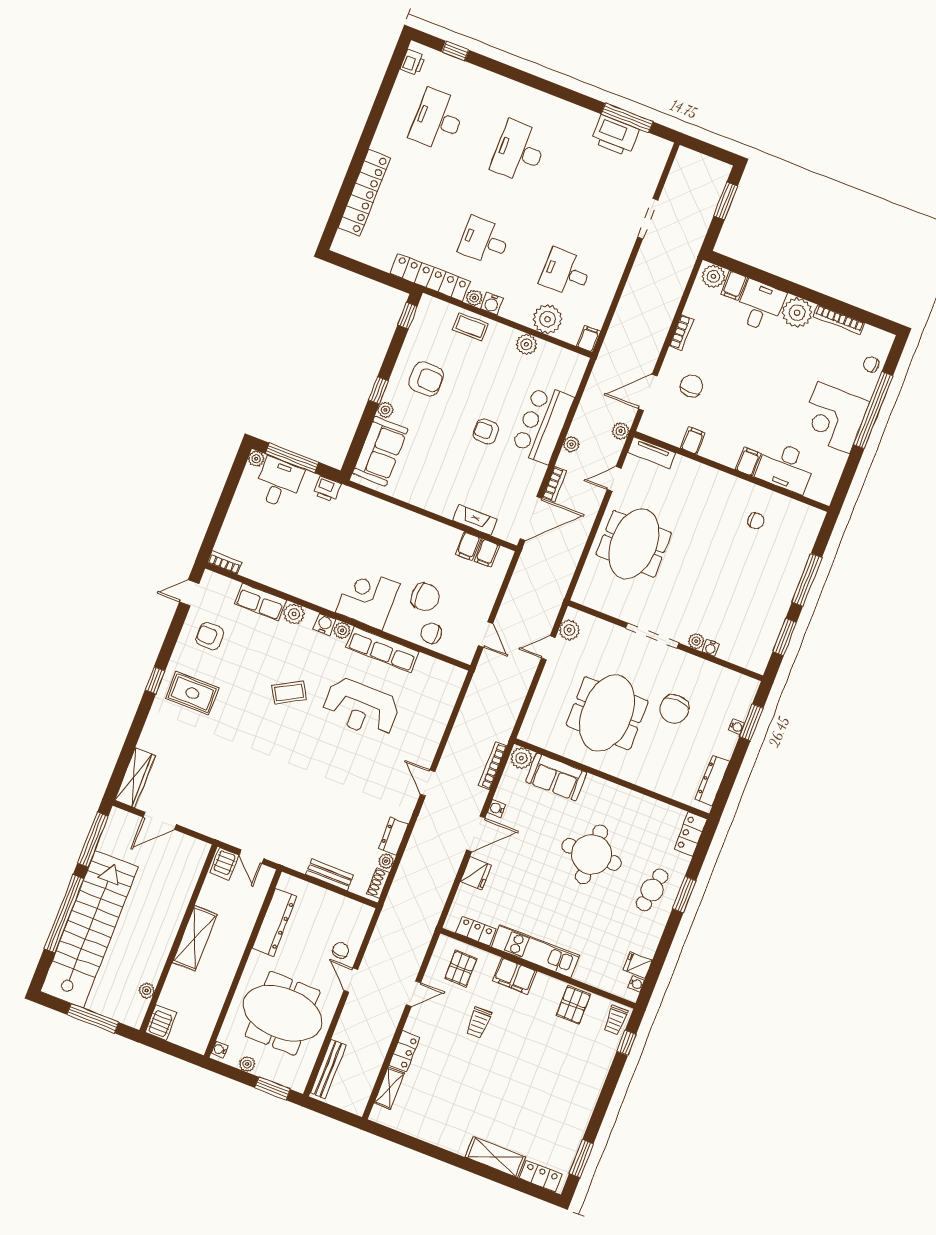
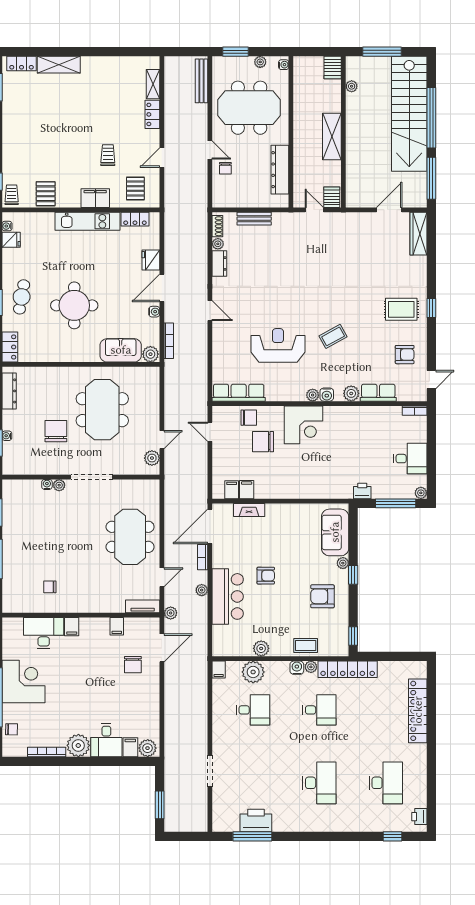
bookcase: (682, 333) -> (155, 700), removed
desk: (279, 483) -> (410, 459), moved, turned -90
row of seats: (383, 650) -> (239, 393), moved

